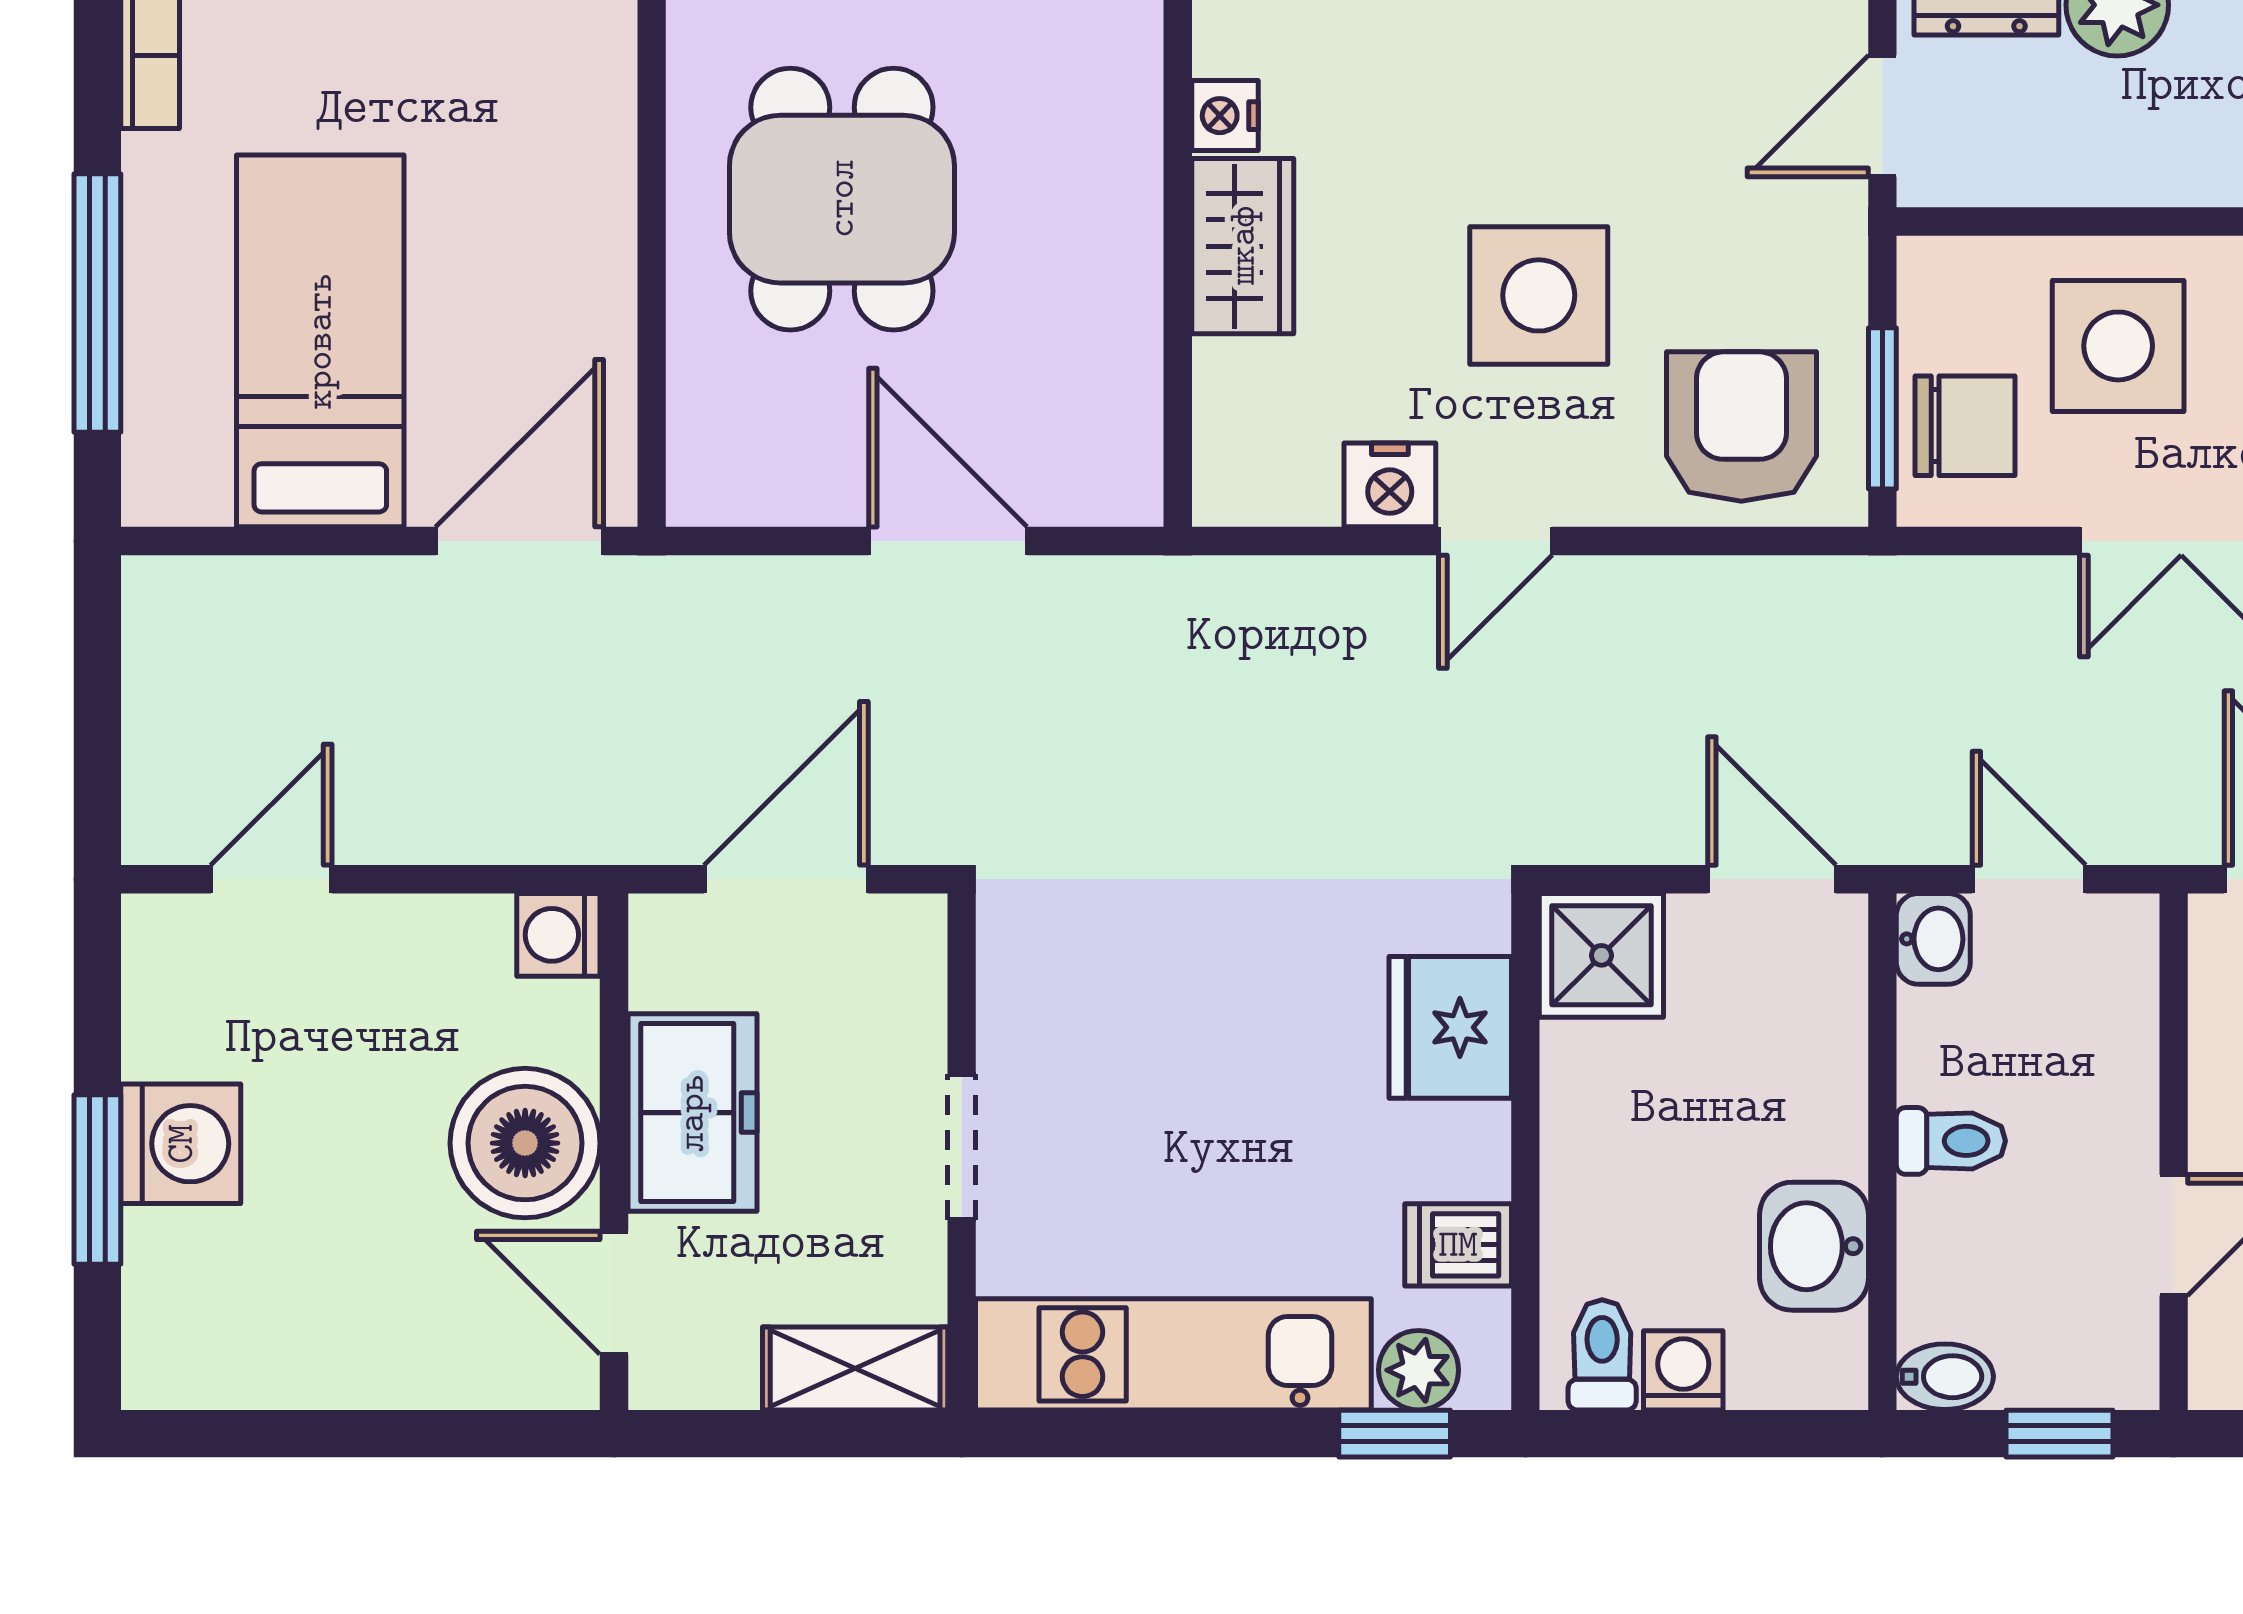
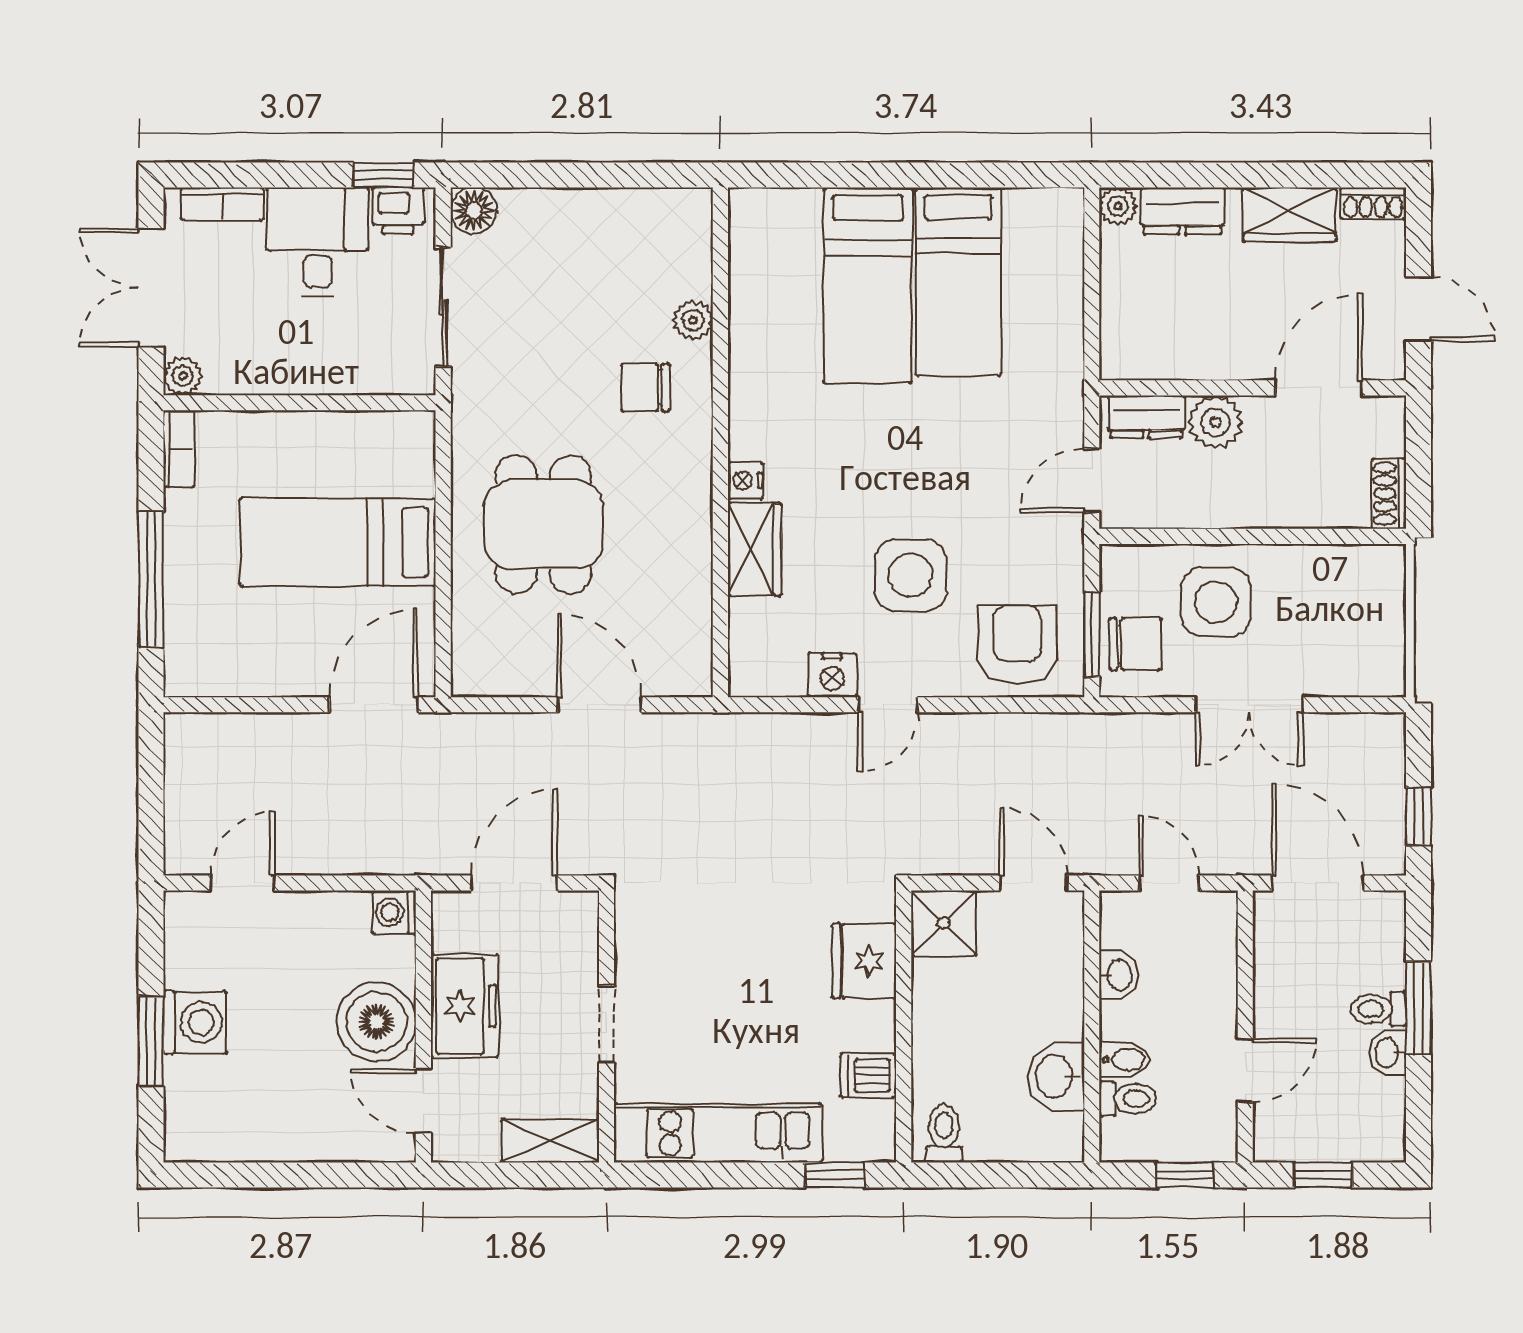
bed: (320, 341) -> (338, 542), moved, turned -90
washbasin: (1933, 939) -> (1119, 975), moved
toilet: (1951, 1141) -> (1128, 1099), moved
plant: (1419, 1370) -> (847, 1142), removed
washing machine: (1683, 1370) -> (987, 1142), removed
bidet: (1945, 1377) -> (1125, 1060), moved

